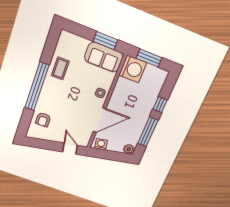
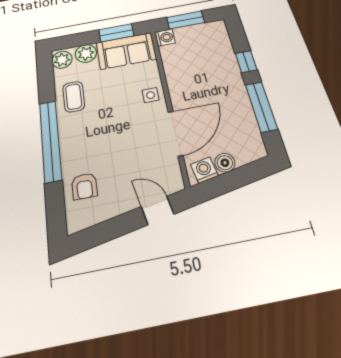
plant: (65, 39) -> (62, 60), added
plant: (81, 44) -> (86, 53), added
washing machine: (133, 69) -> (165, 37), width x0.53, depth x0.53
boiler: (129, 149) -> (225, 163), moved

